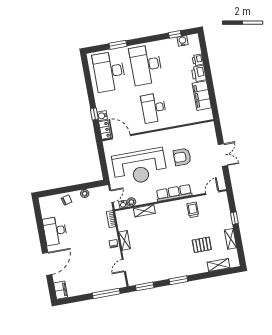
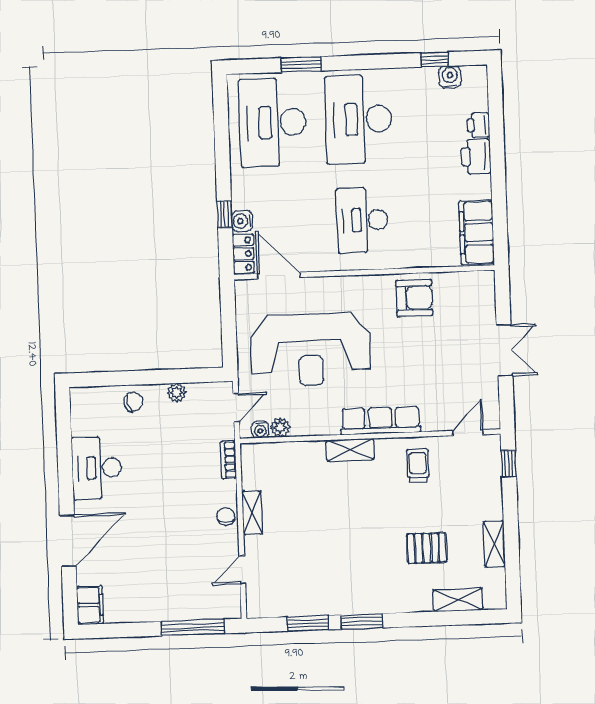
filing cabinet: (202, 96) -> (477, 233), moved
armchair: (182, 157) -> (414, 298), moved, turned 180
shelving: (144, 211) -> (350, 450), moved
window: (234, 218) -> (509, 464), moved
window: (145, 286) -> (308, 623), moved

